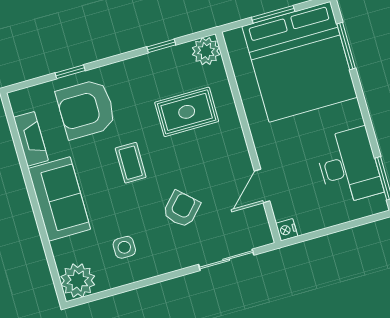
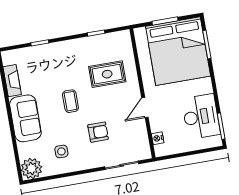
plant: (206, 51) -> (123, 39), removed
armchair: (86, 109) -> (47, 66), removed
door: (262, 186) -> (145, 107), moved
armchair: (181, 209) -> (98, 132), turned 47
nightstand: (287, 230) -> (158, 138), moved

